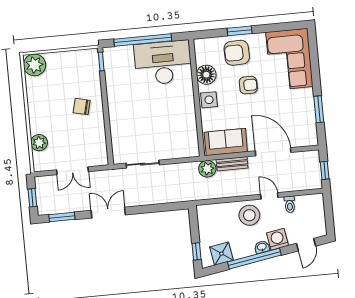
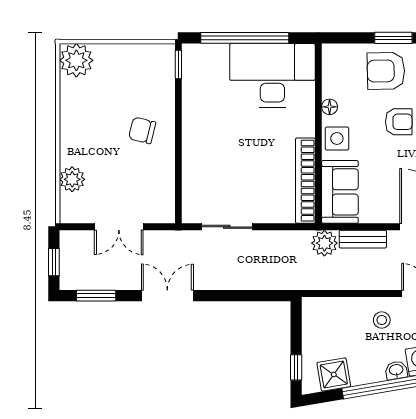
floor lamp: (206, 75) -> (330, 107), width x0.53, depth x0.53
bookcase: (191, 129) -> (305, 181), added
sofa: (226, 142) -> (340, 192), moved, turned 90
stool: (249, 215) -> (382, 320), width x0.53, depth x0.53

